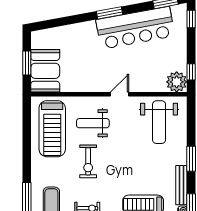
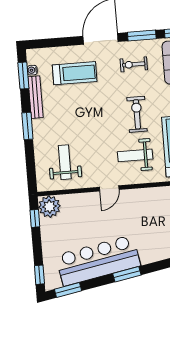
weight bench: (159, 122) -> (65, 162), width x0.73, depth x0.75
weight bench: (93, 123) -> (135, 155), turned 180

